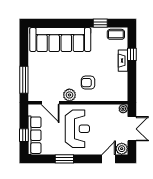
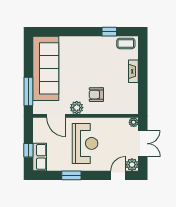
sofa: (60, 40) -> (46, 68), moved, turned -90
window: (132, 54) -> (143, 65), removed
row of seats: (35, 135) -> (40, 157), width x0.68

